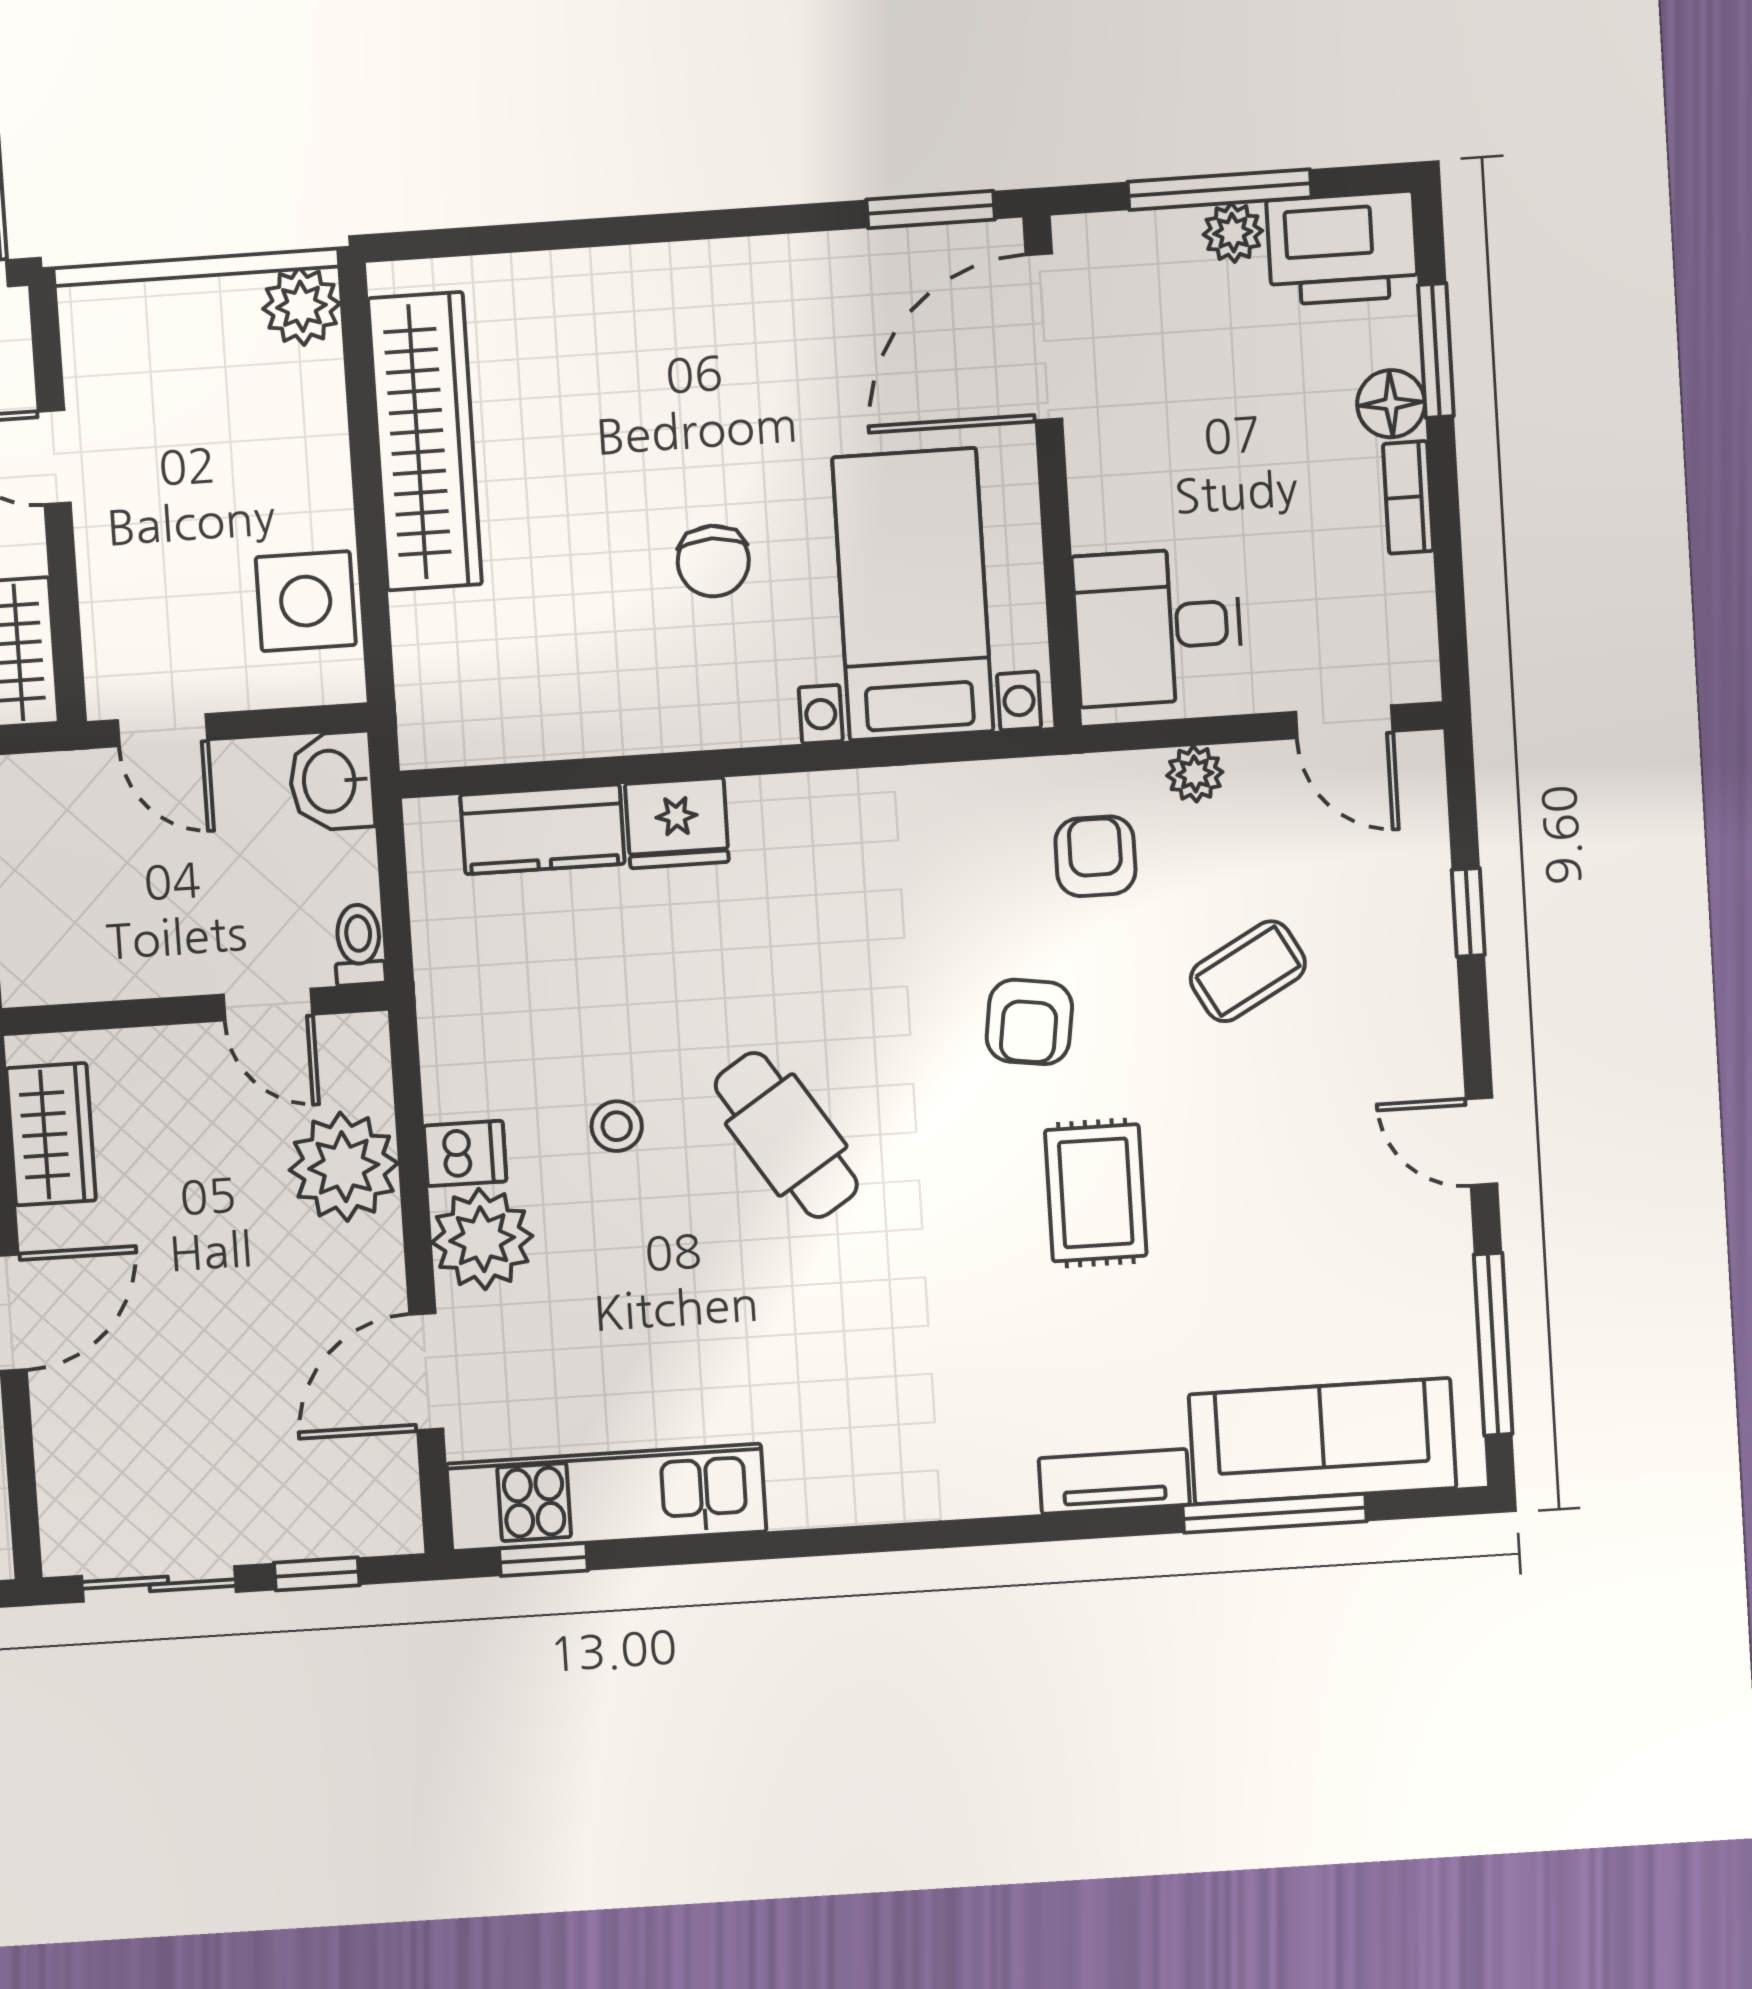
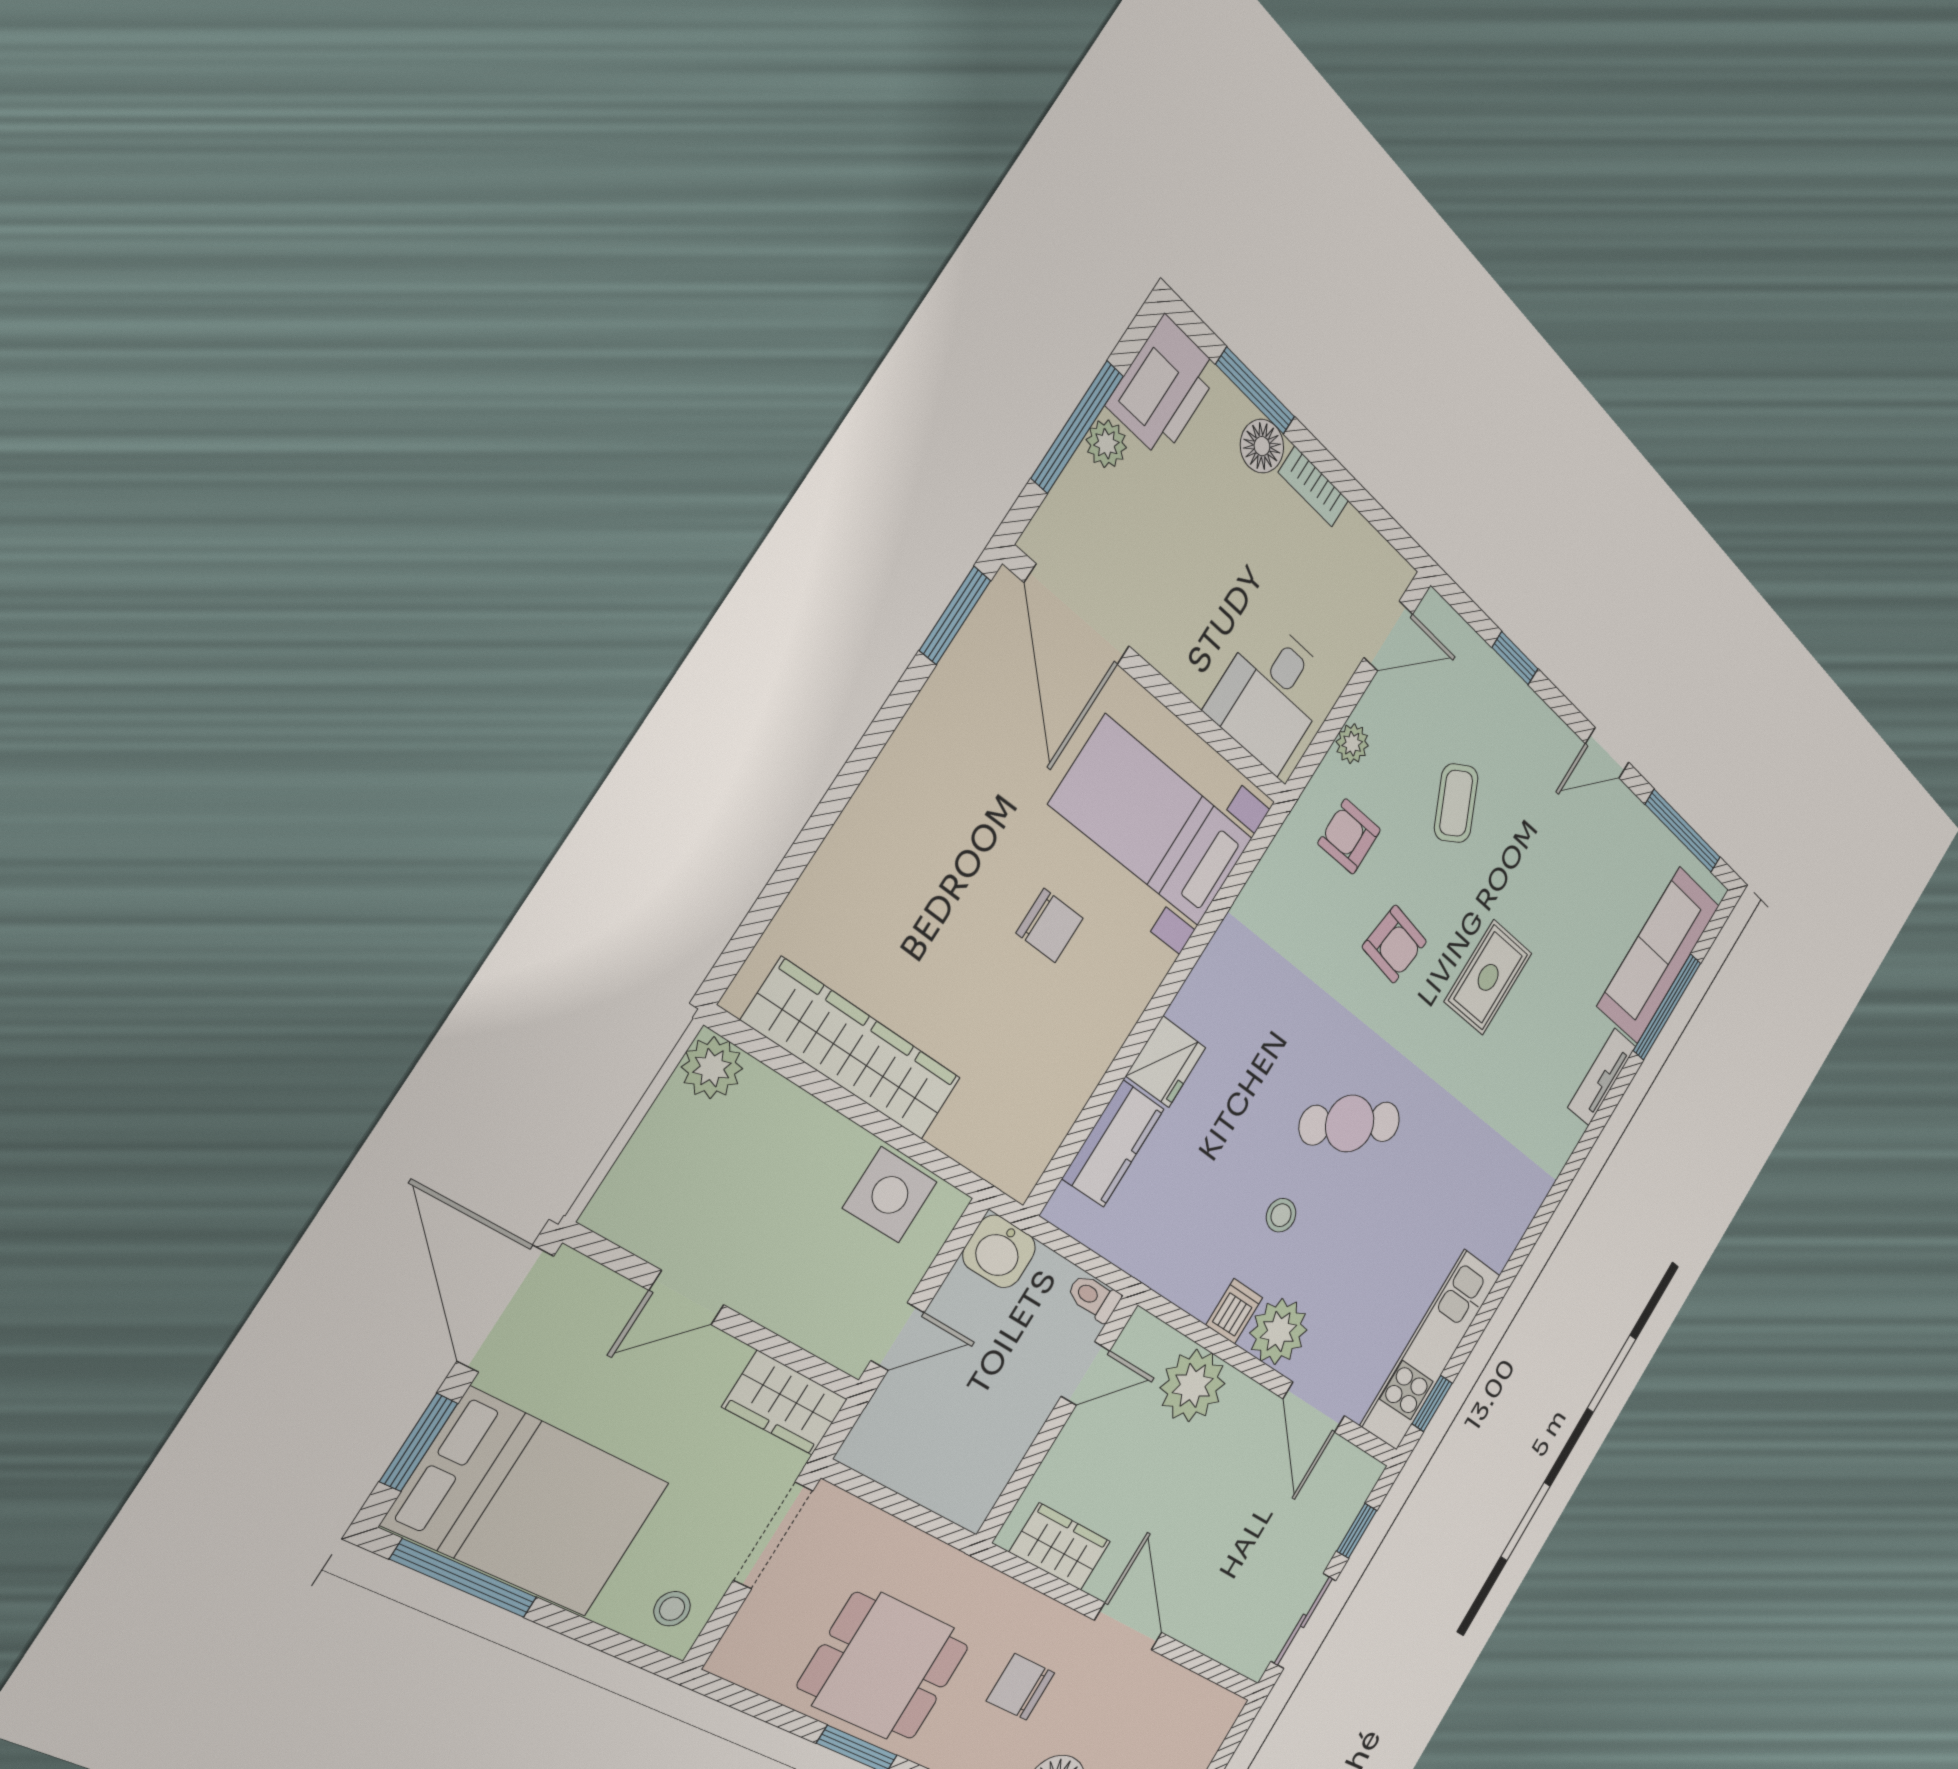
rug: (1096, 1193) -> (1488, 977), turned 90

